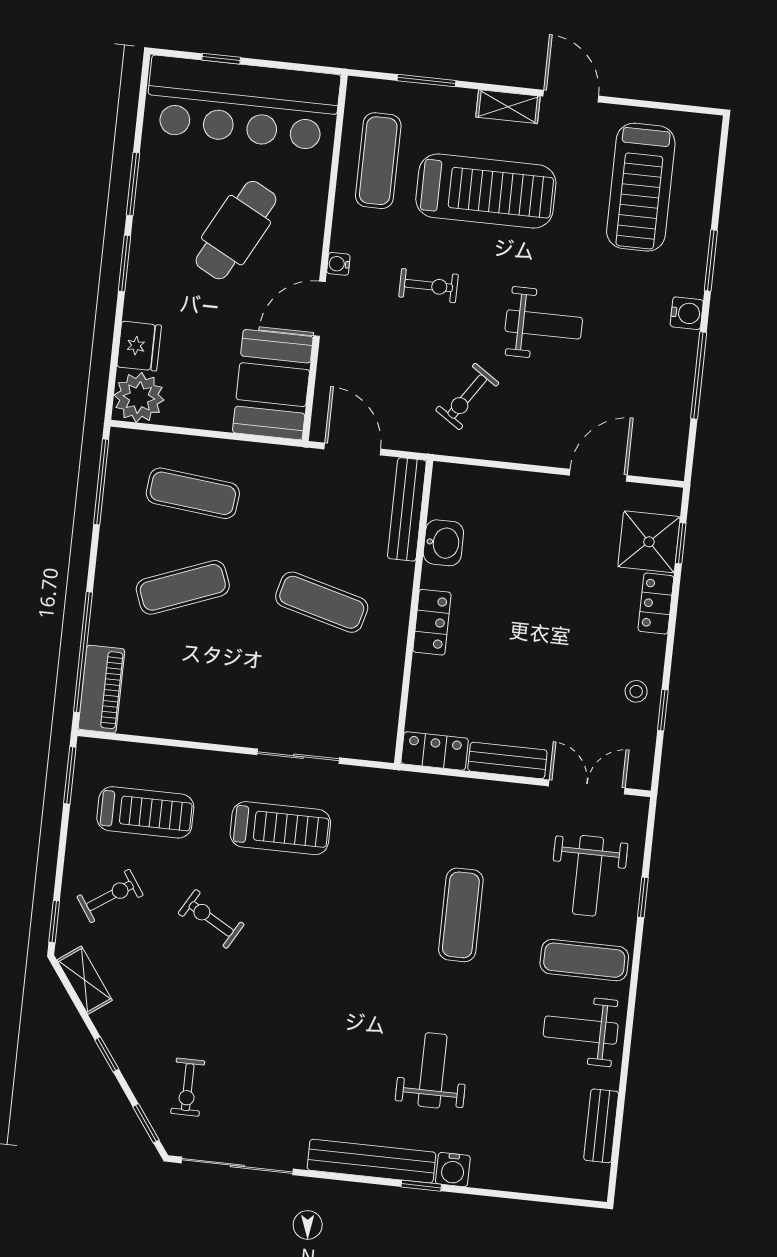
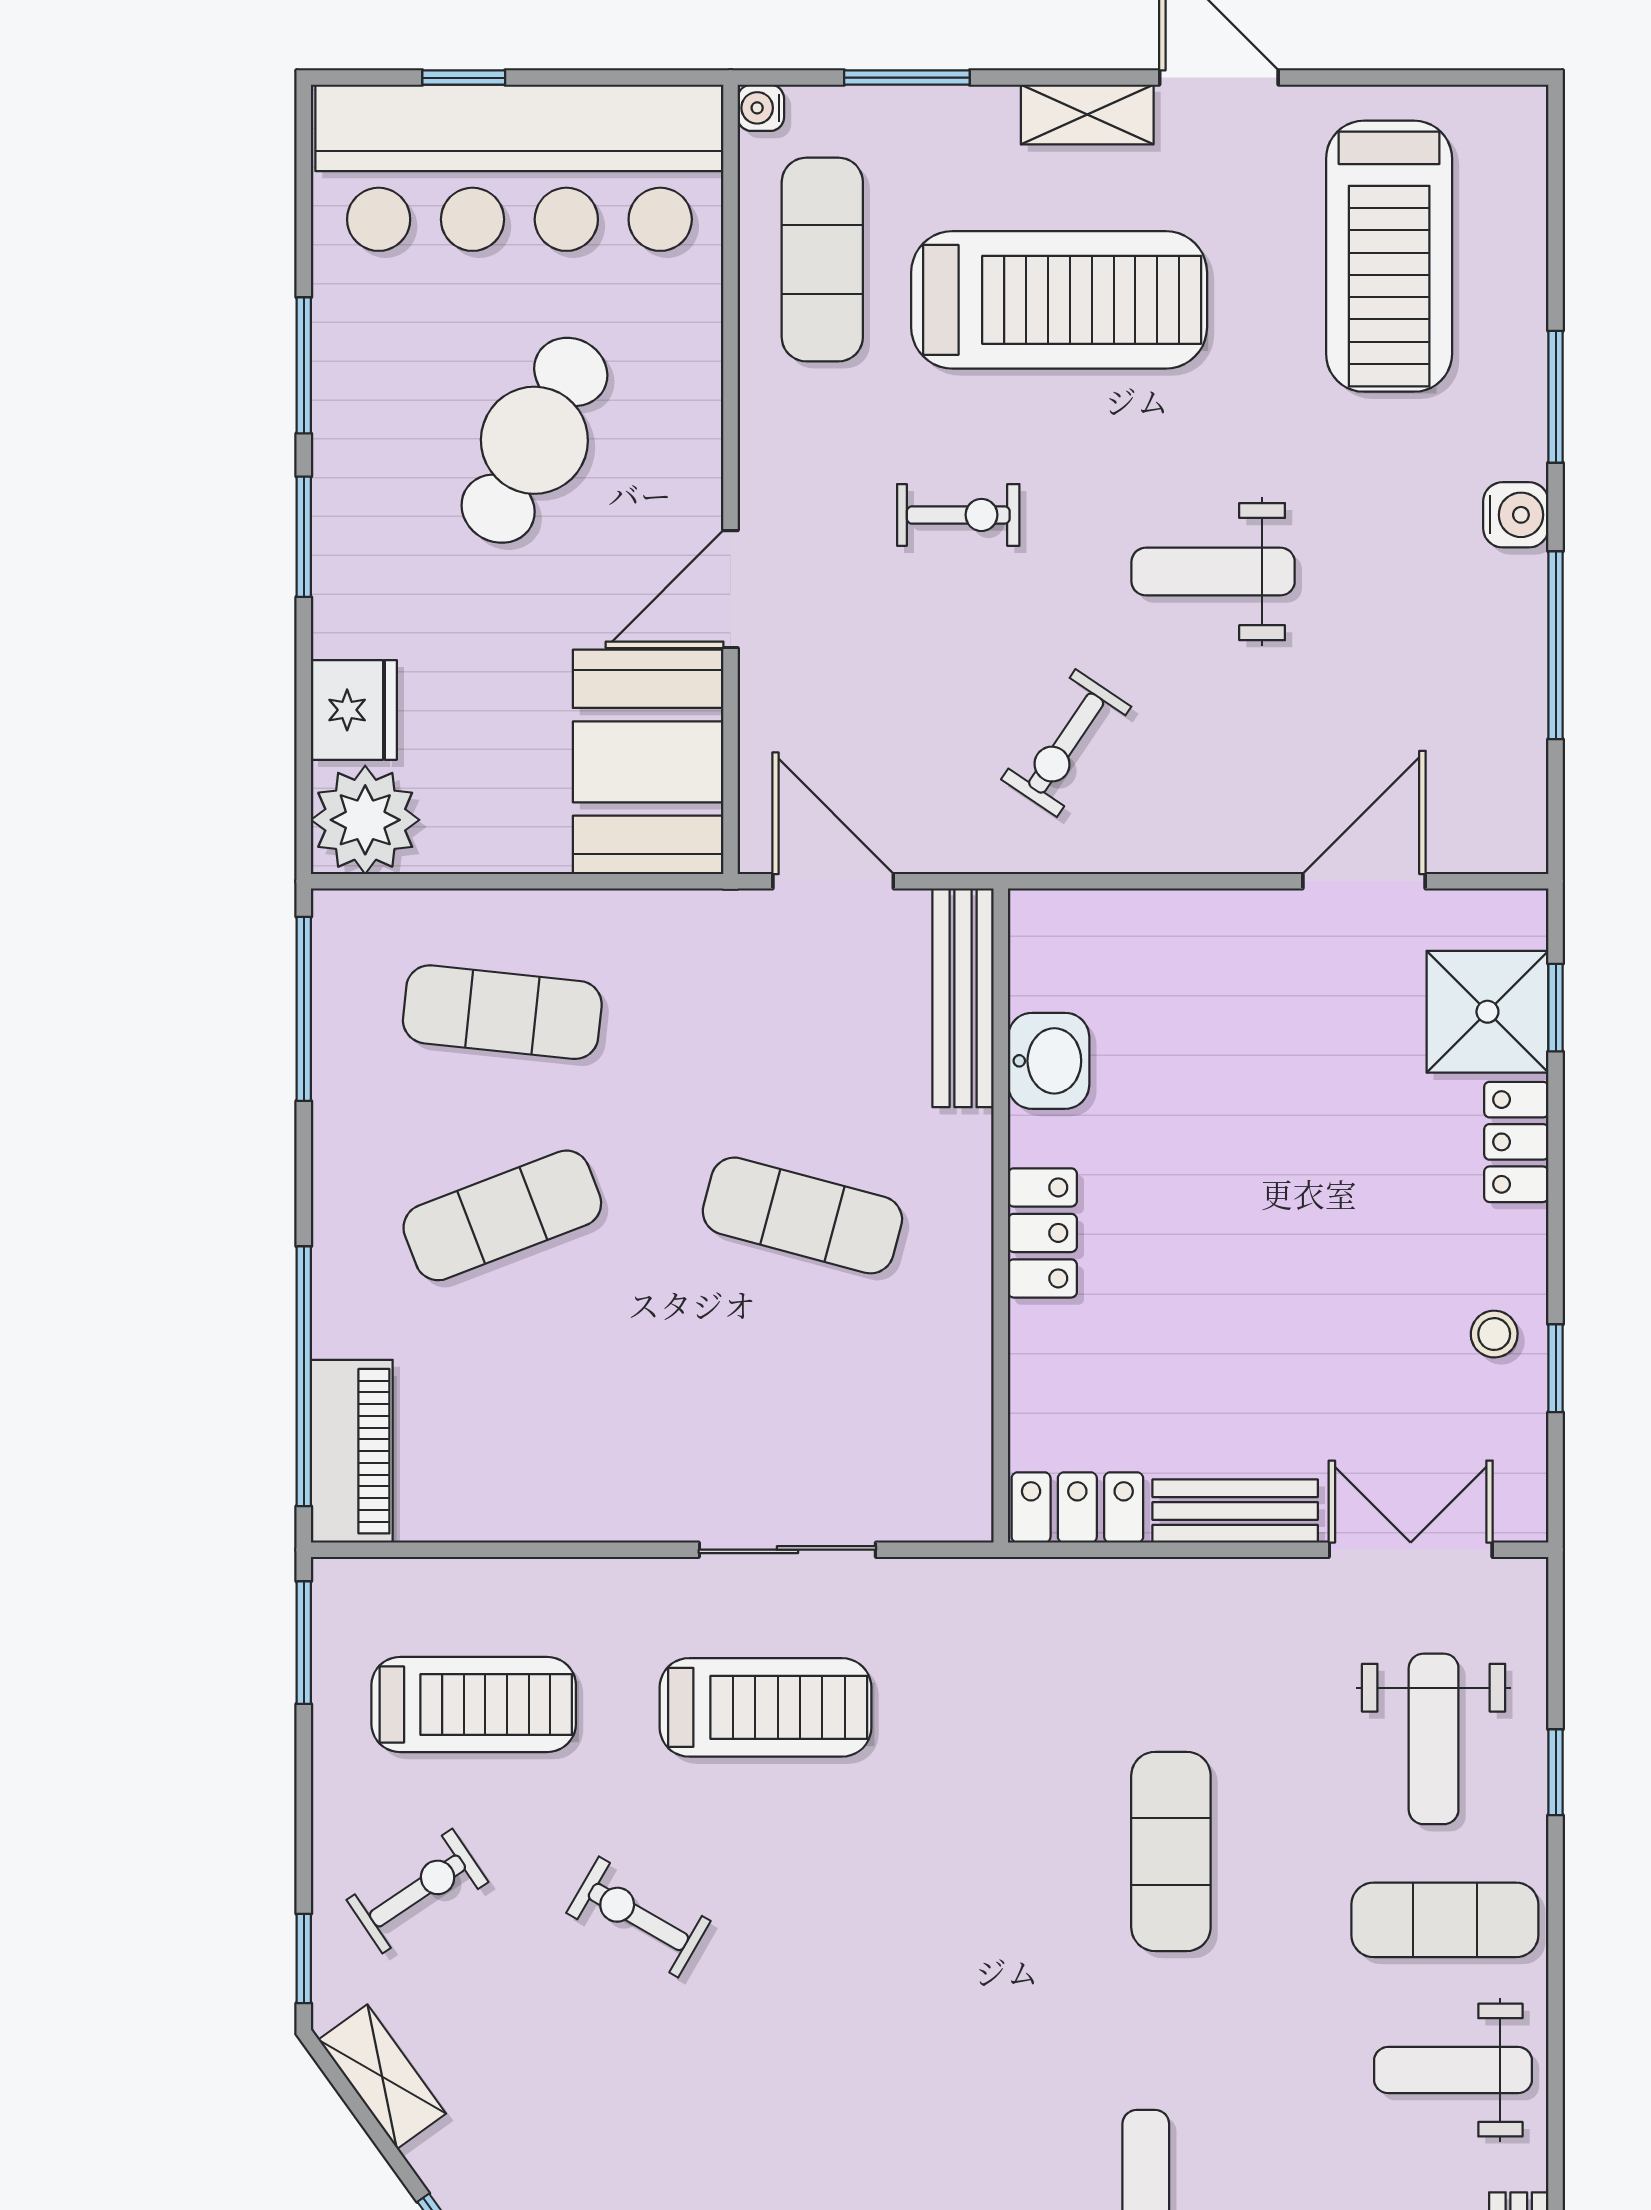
water cooler: (338, 264) -> (761, 108), moved
weight bench: (544, 324) -> (1213, 572), turned 180

